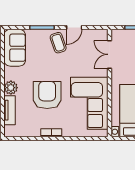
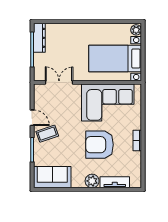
double door: (110, 54) -> (59, 82), swing flipped

